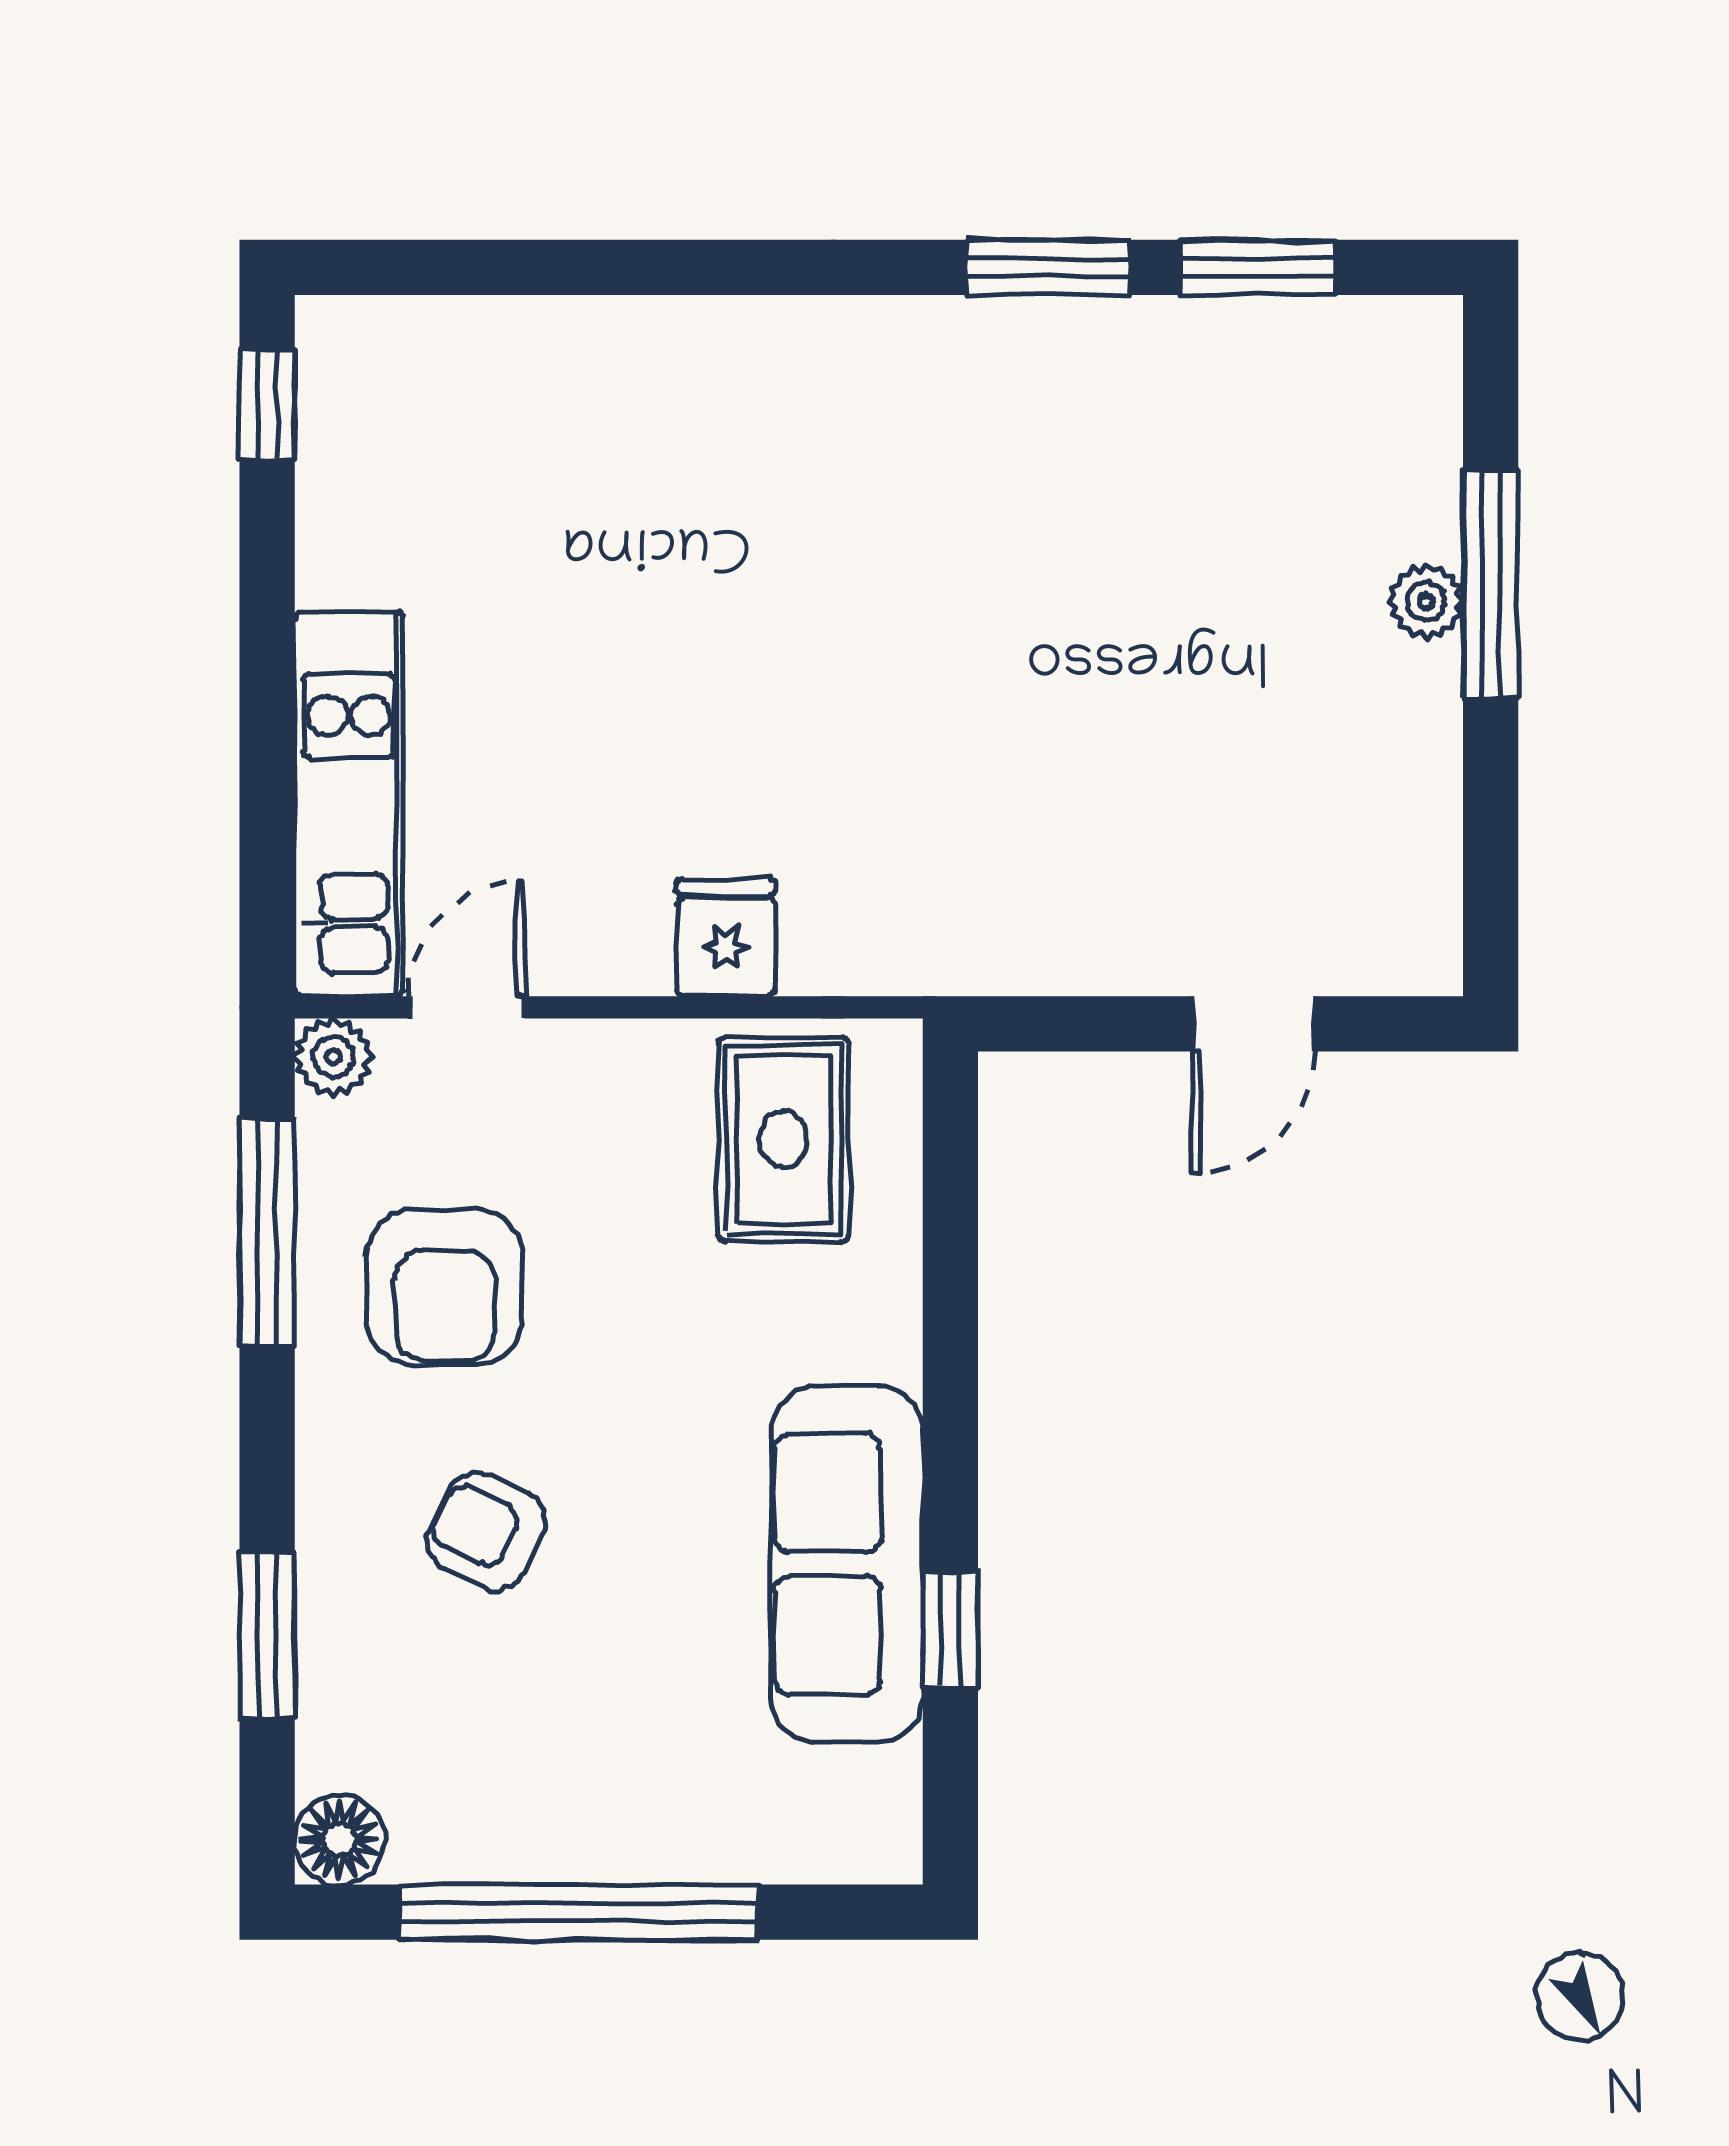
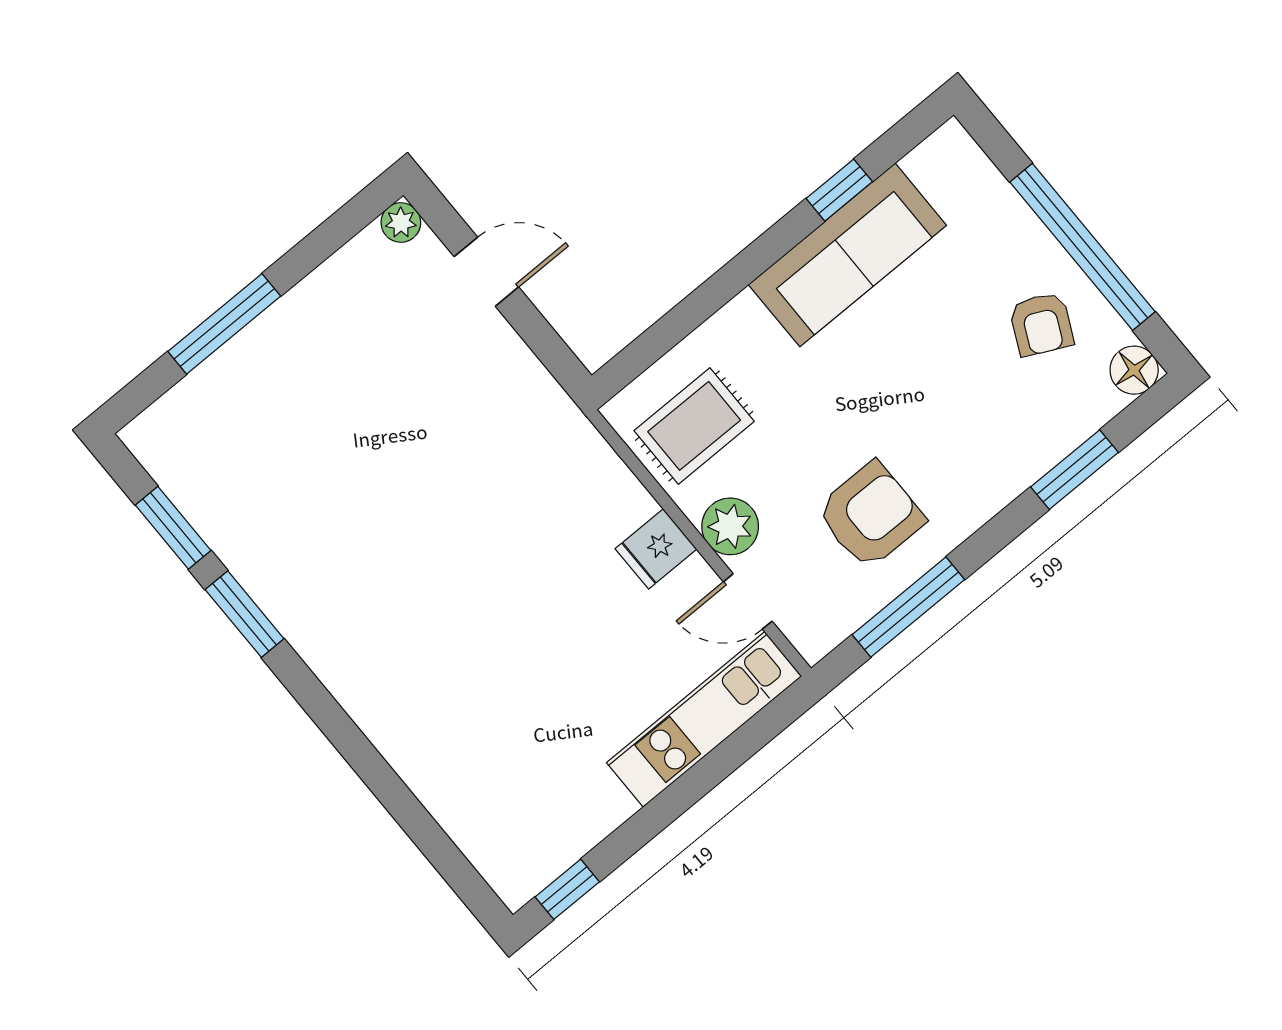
plant: (1426, 602) -> (401, 222), moved
fridge: (726, 938) -> (656, 549), moved
plant: (333, 1057) -> (730, 526), moved, width x1.38, depth x1.38
armchair: (486, 1531) -> (1041, 324), moved

